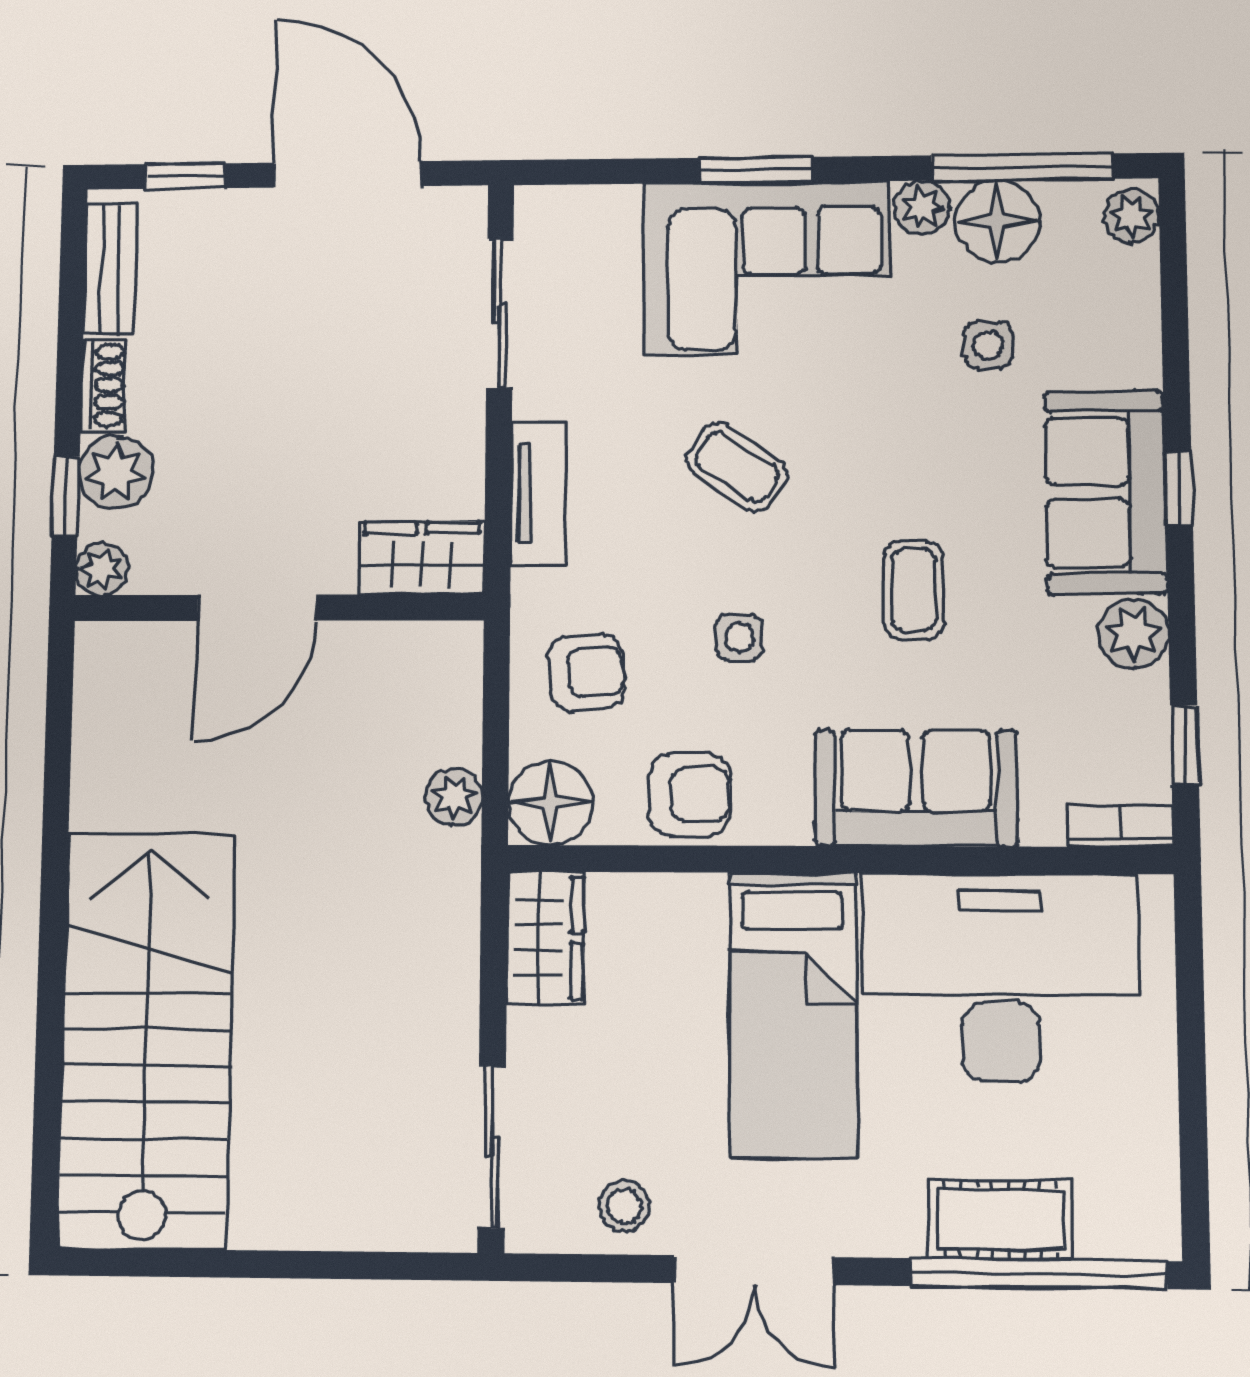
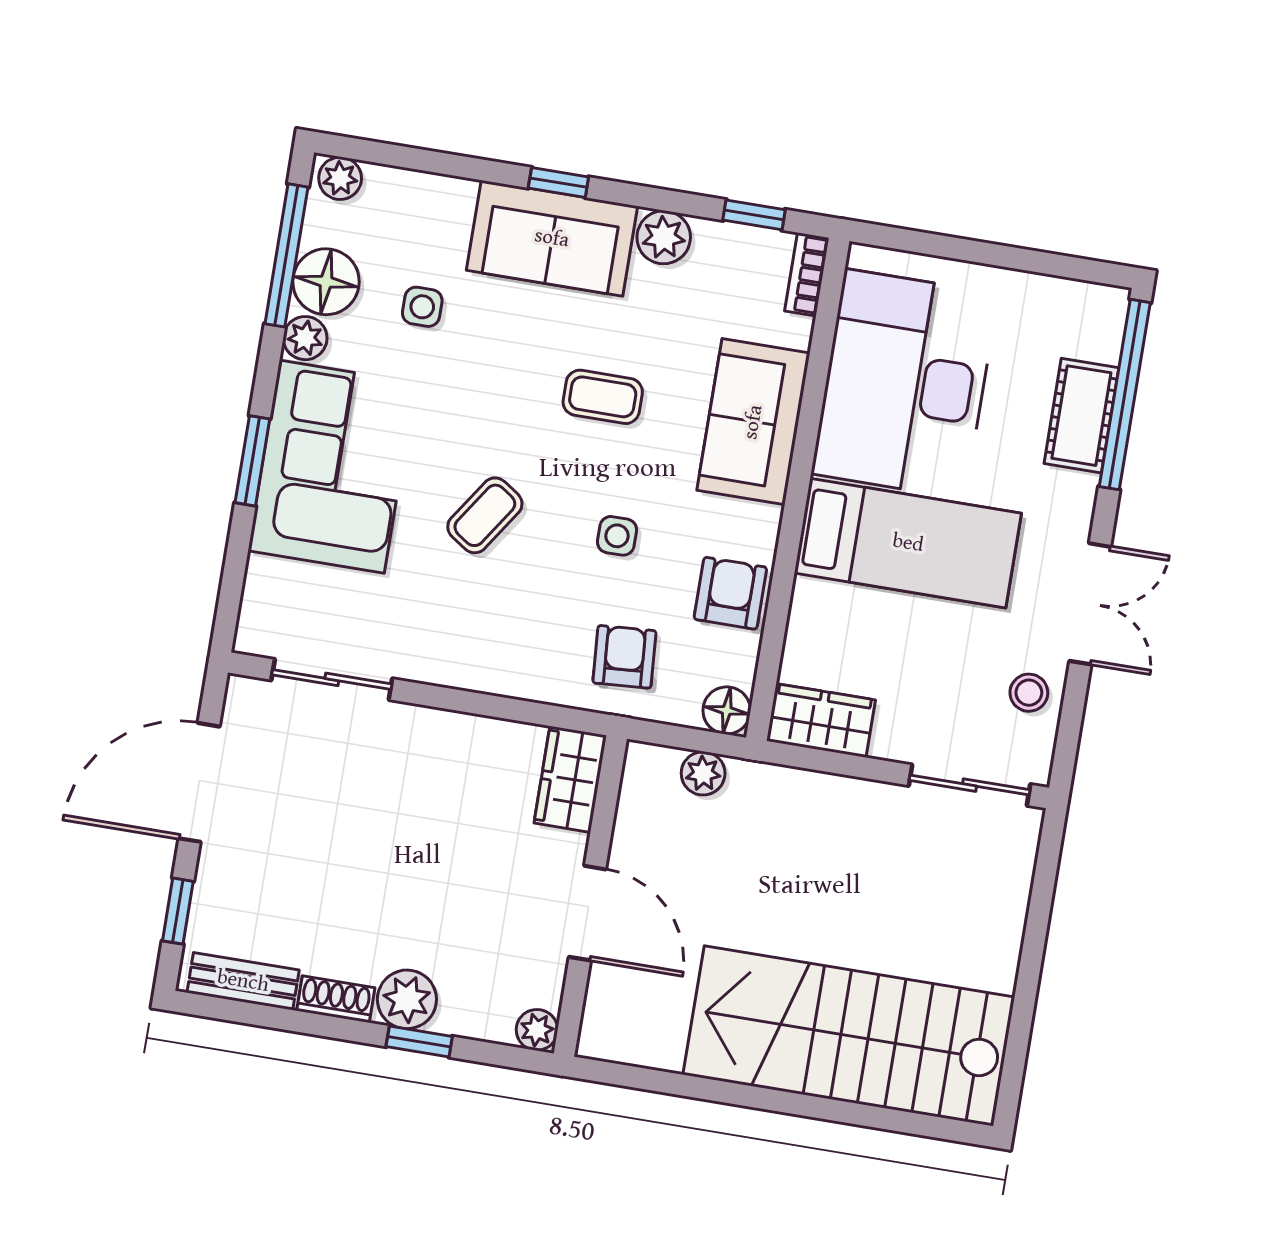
tv unit: (539, 493) -> (479, 672), removed
wardrobe: (422, 558) -> (570, 779), moved
plant: (102, 569) -> (537, 1030), moved
door: (257, 608) -> (587, 913), moved
wall: (279, 608) -> (590, 896), moved
floor lamp: (550, 803) -> (727, 710), width x0.73, depth x0.73

